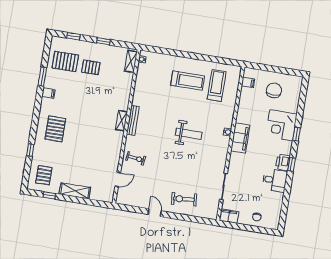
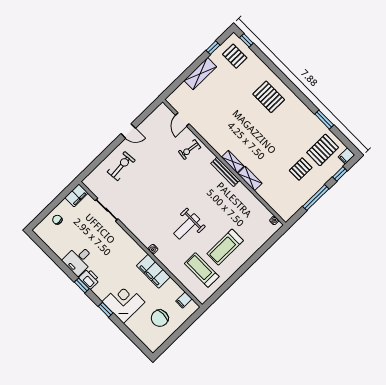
window: (103, 41) -> (316, 198), width x2.17
shelving: (131, 61) -> (250, 178), moved
treadmill: (217, 85) -> (202, 270), turned 180
chair: (274, 90) -> (160, 318), turned 90
filing cabinet: (48, 93) -> (346, 156), moved
weight bench: (189, 134) -> (187, 226), moved
filing cabinet: (240, 138) -> (153, 271), moved
window: (30, 150) -> (246, 40), moved

